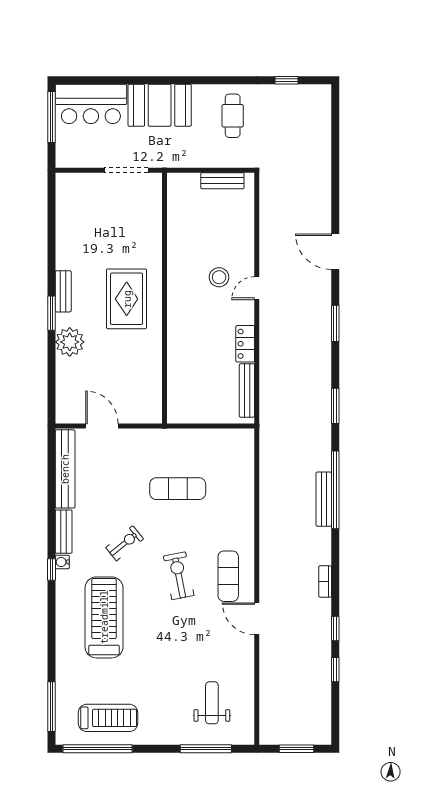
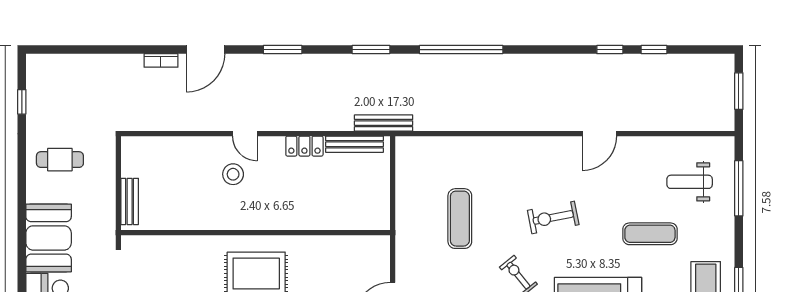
bench: (222, 181) -> (130, 201), moved
bench: (324, 499) -> (384, 123), moved
exercise mat: (228, 576) -> (650, 234), moved
bookcase: (325, 581) -> (161, 60), moved

